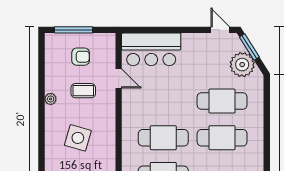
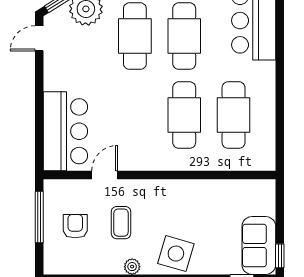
window: (73, 30) -> (39, 217), moved
side table: (78, 138) -> (176, 254), moved

